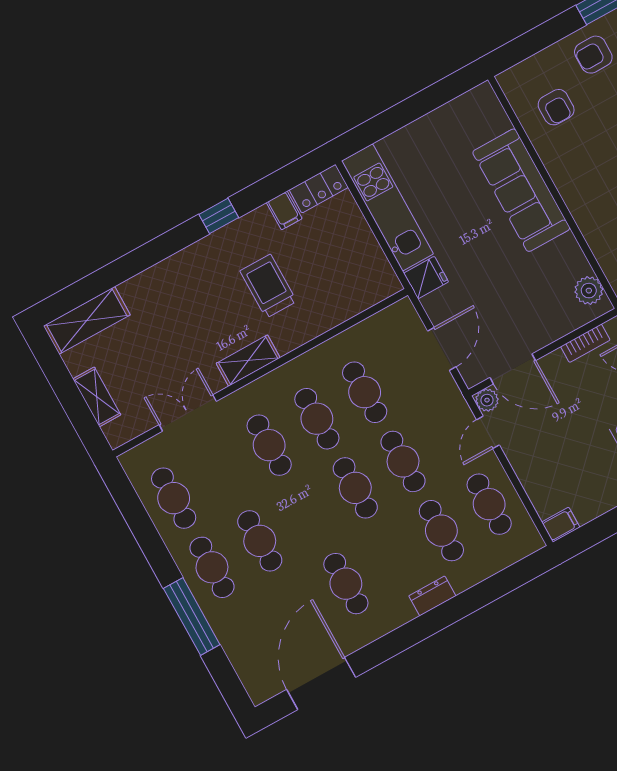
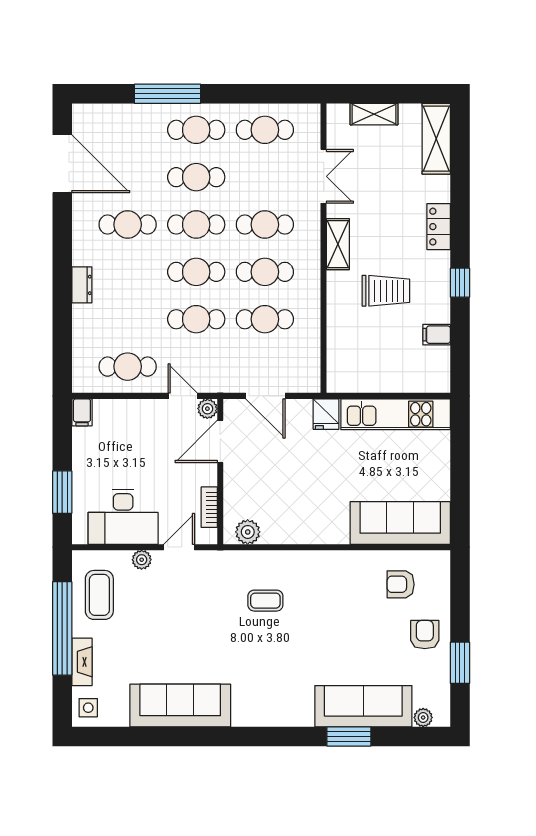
locker: (319, 189) -> (439, 227), moved
sofa: (521, 190) -> (400, 523), moved
cafe table: (441, 531) -> (196, 225), moved

